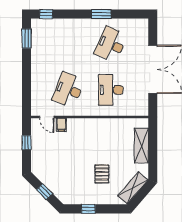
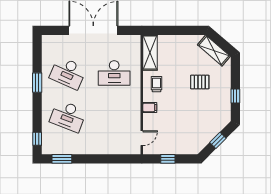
desk: (68, 90) -> (68, 116), moved
filing cabinet: (61, 125) -> (150, 107), moved
trolley: (100, 131) -> (156, 84), added
shelving: (141, 146) -> (150, 53), moved, turned 90

